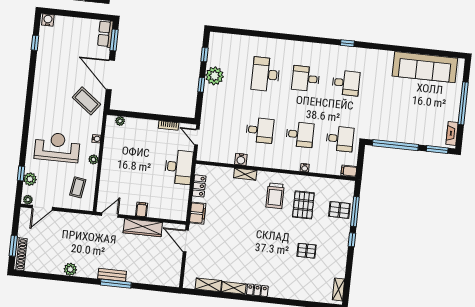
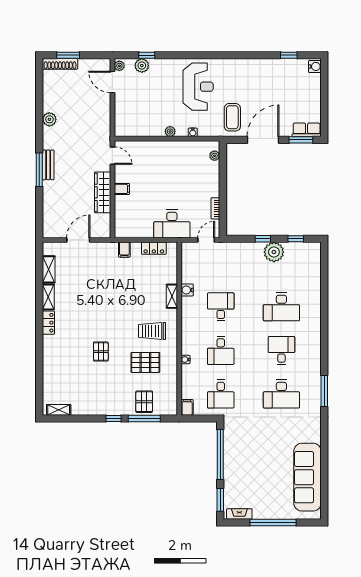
window: (347, 43) -> (324, 391), width x2.17
desk: (266, 74) -> (281, 307), turned 180
desk: (346, 83) -> (281, 394), width x1.37
coffee table: (86, 101) -> (232, 117), turned -37
desk: (260, 130) -> (221, 307), turned 180
reception desk: (57, 147) -> (198, 87), moved
coffee table: (78, 187) -> (138, 118), removed
filing cabinet: (198, 213) -> (124, 250), width x0.50
door: (186, 241) -> (78, 240), moved
pallet: (307, 251) -> (101, 352), moved

